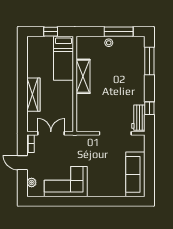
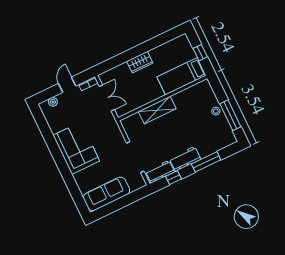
window: (149, 61) -> (206, 162), moved
shelving: (83, 76) -> (157, 110), moved
workbench: (138, 90) -> (185, 159), added
wardrobe: (33, 95) -> (140, 62), width x0.67
corner sofa: (66, 182) -> (76, 148), moved

